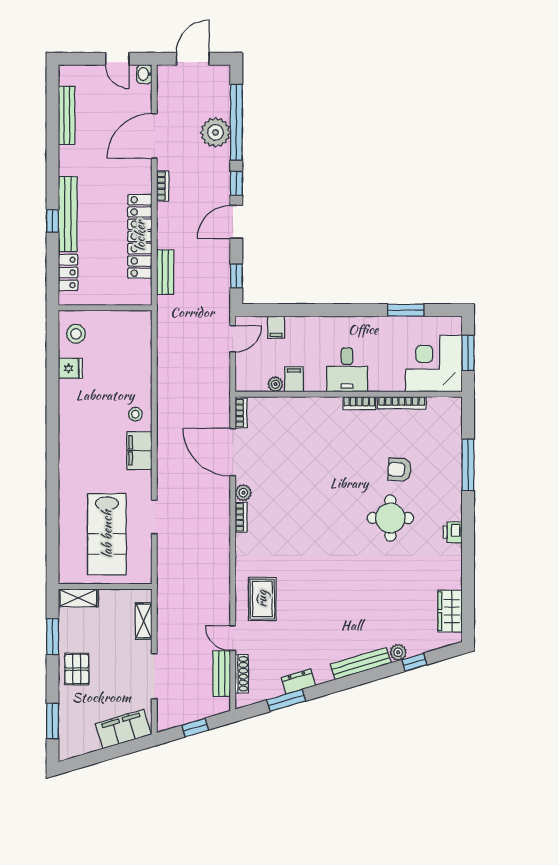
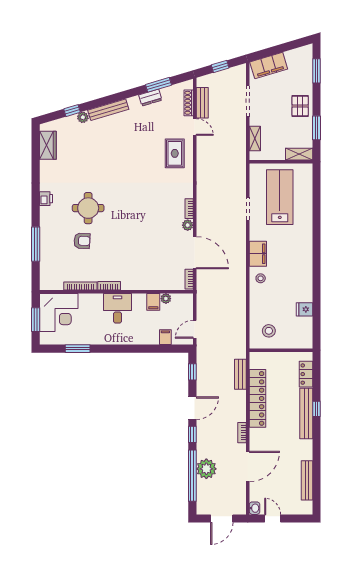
stool: (76, 334) -> (269, 331), moved

